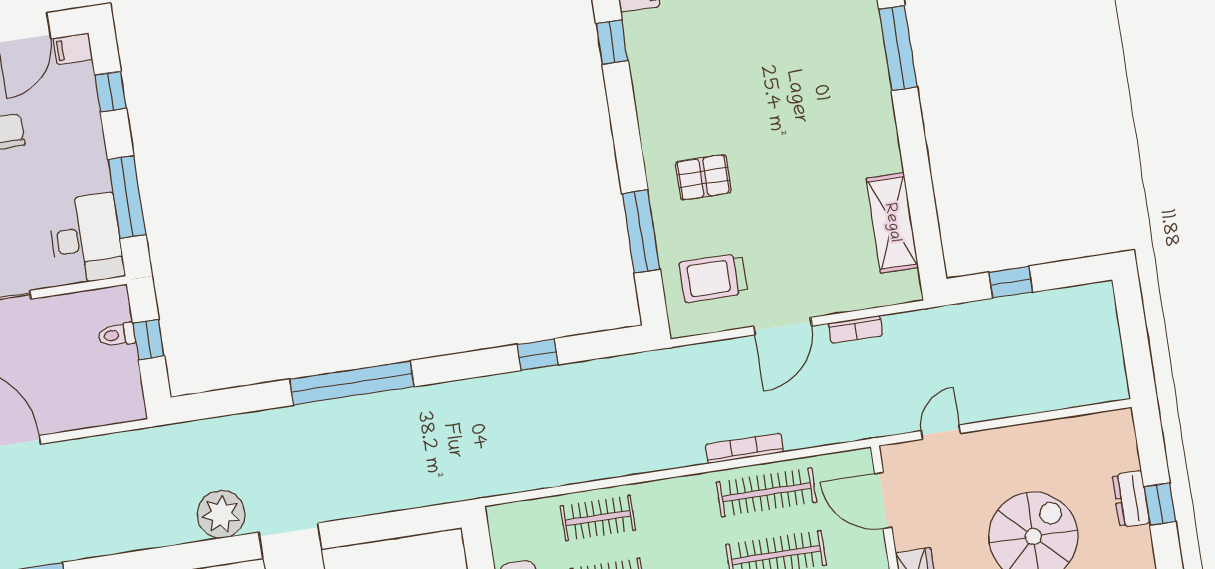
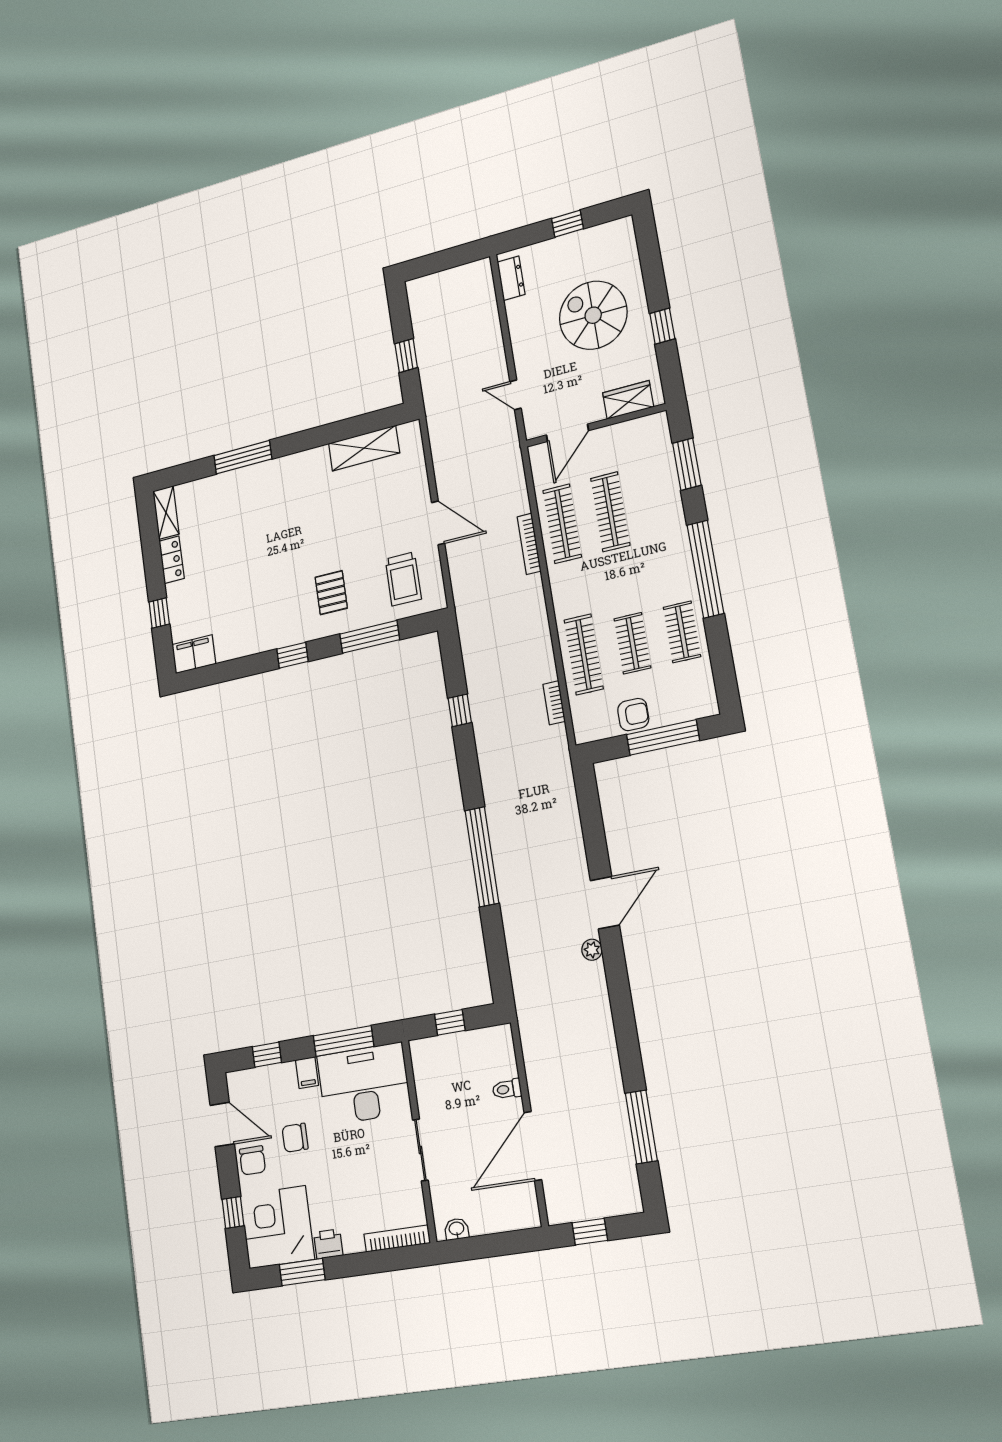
window: (612, 42) -> (292, 655), moved
filing cabinet: (73, 49) -> (307, 1073), moved
desk: (86, 239) -> (364, 1084), width x1.36, depth x1.30
bookcase: (856, 329) -> (554, 703), moved, turned 180
toilet: (117, 335) -> (507, 1089), moved, turned 90
dresser: (1131, 499) -> (511, 278), moved, turned -90
plant: (221, 514) -> (592, 950), width x0.53, depth x0.53
clothes rail: (598, 518) -> (584, 654), width x1.36

